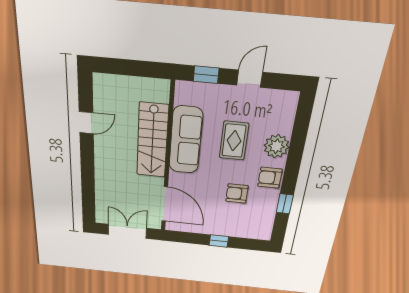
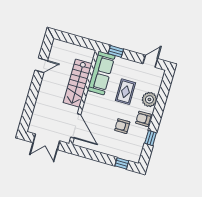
door: (250, 79) -> (150, 61), moved
sofa: (186, 140) -> (101, 73), moved
double door: (127, 231) -> (46, 142), swing flipped
window: (219, 241) -> (122, 163), moved

